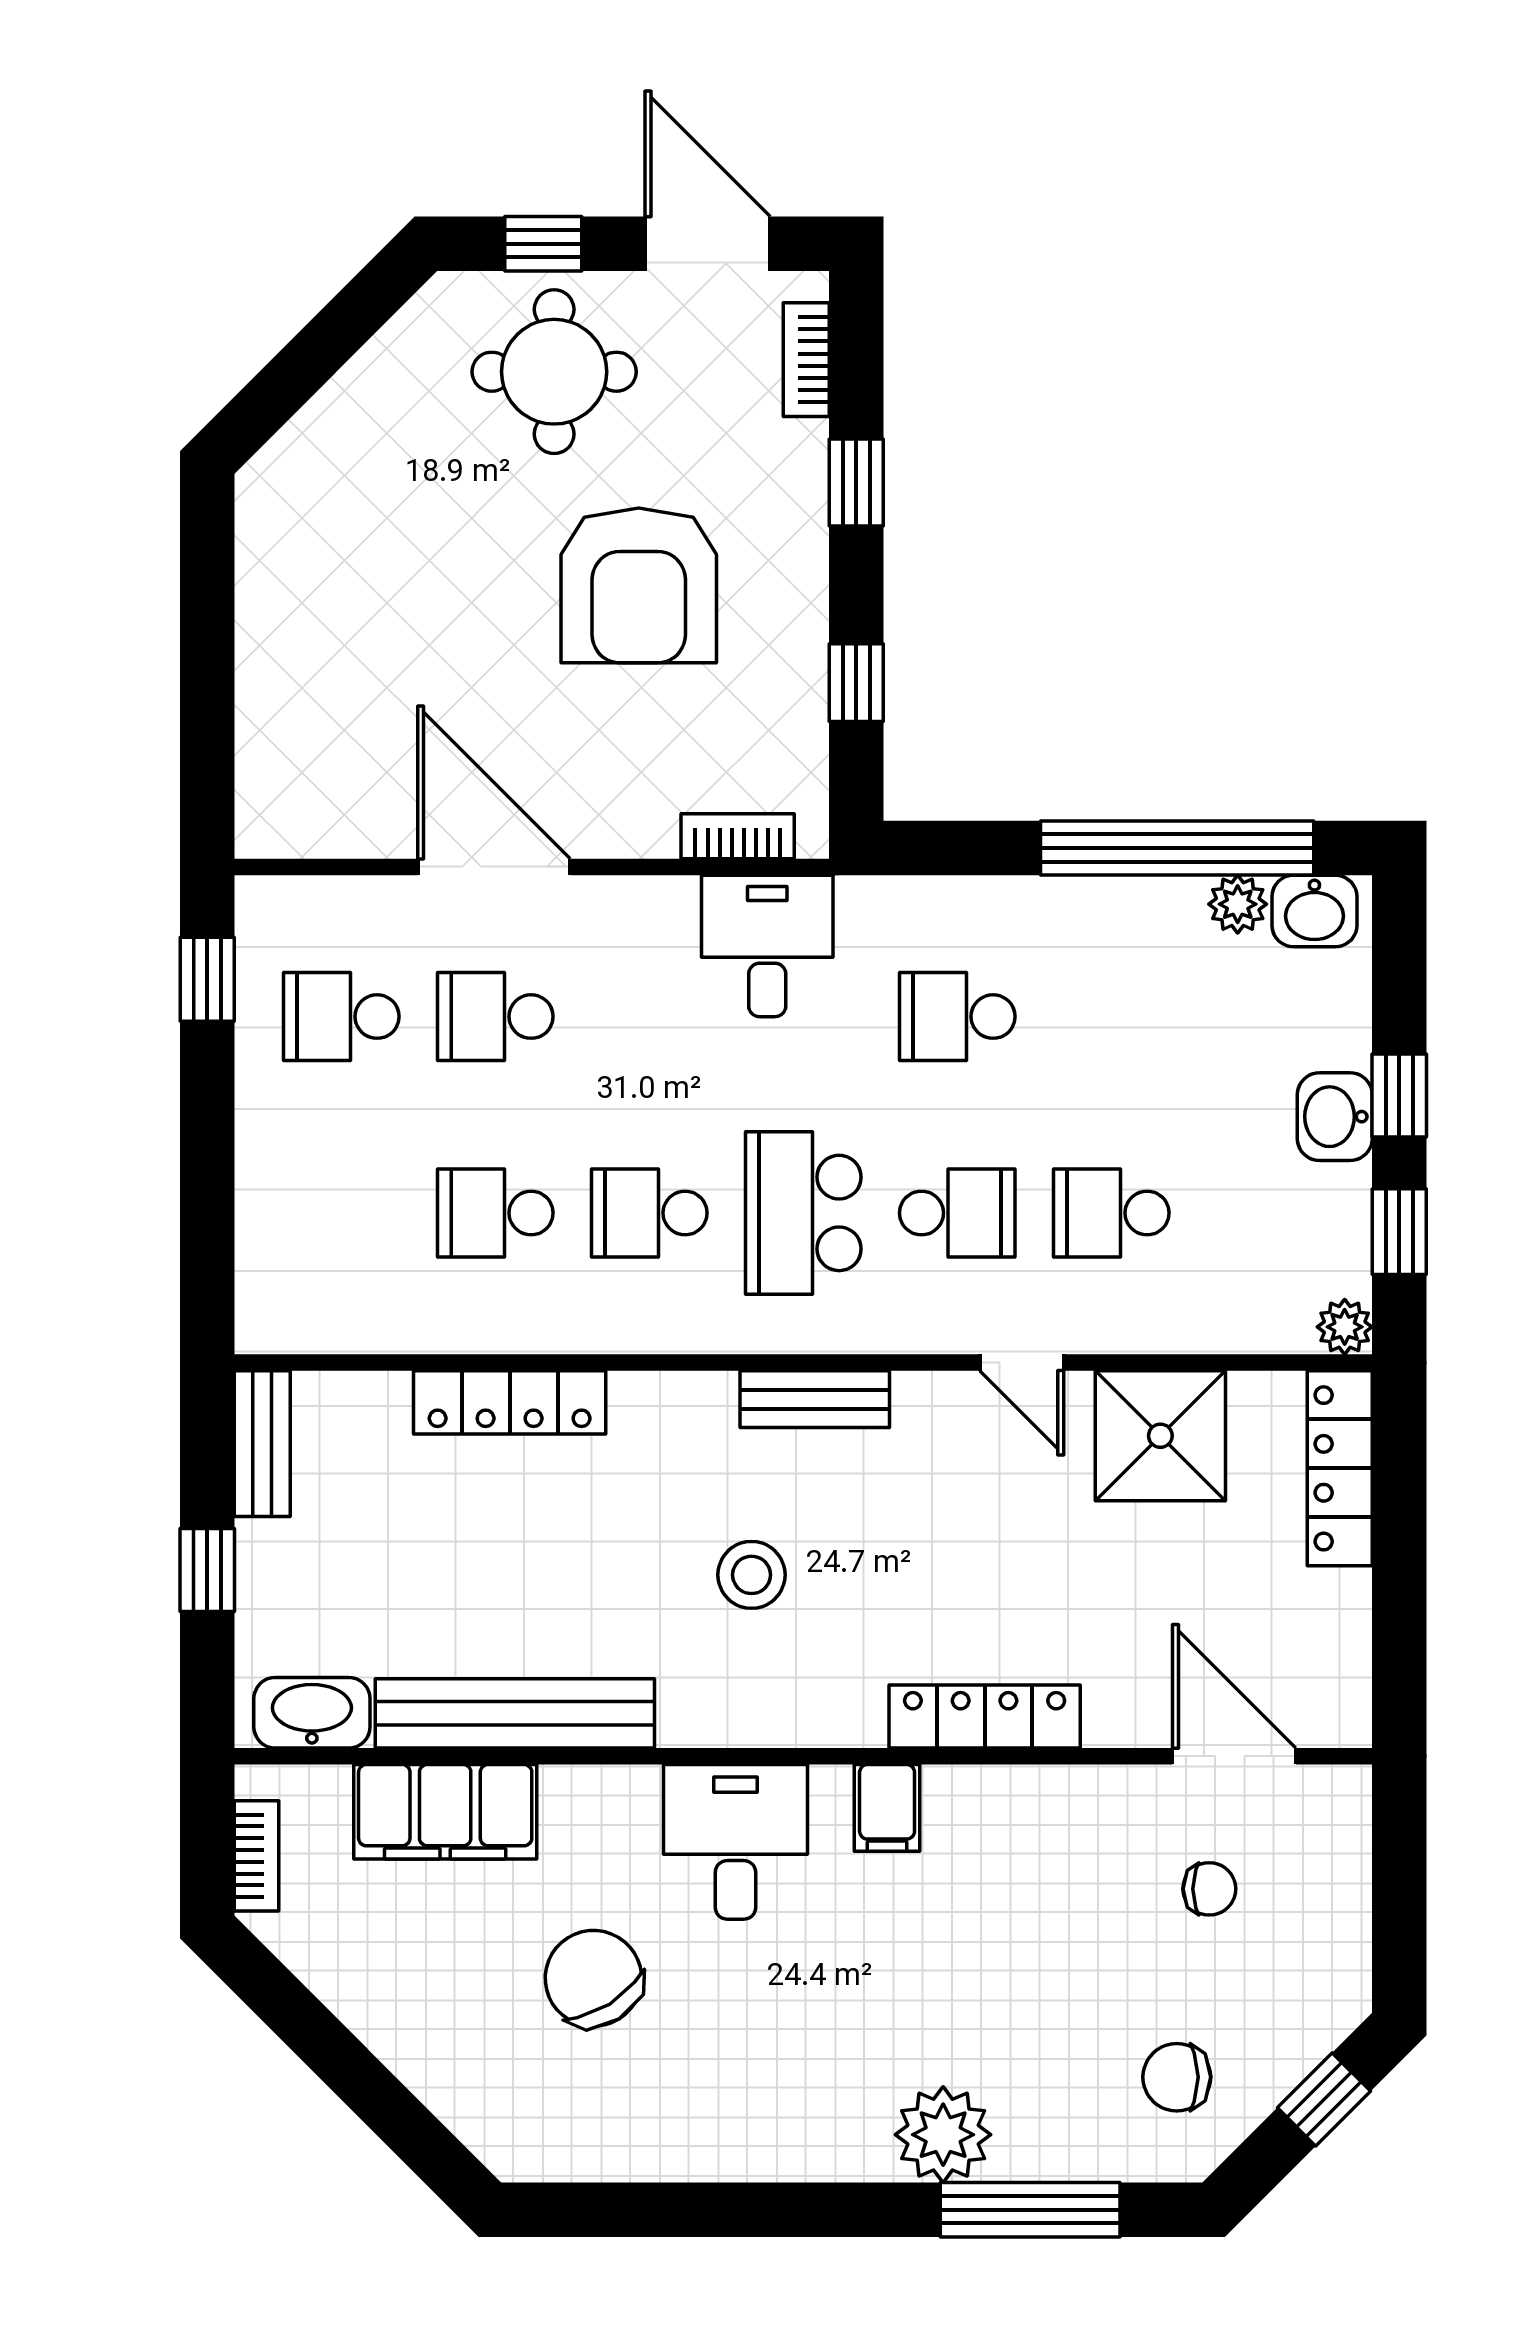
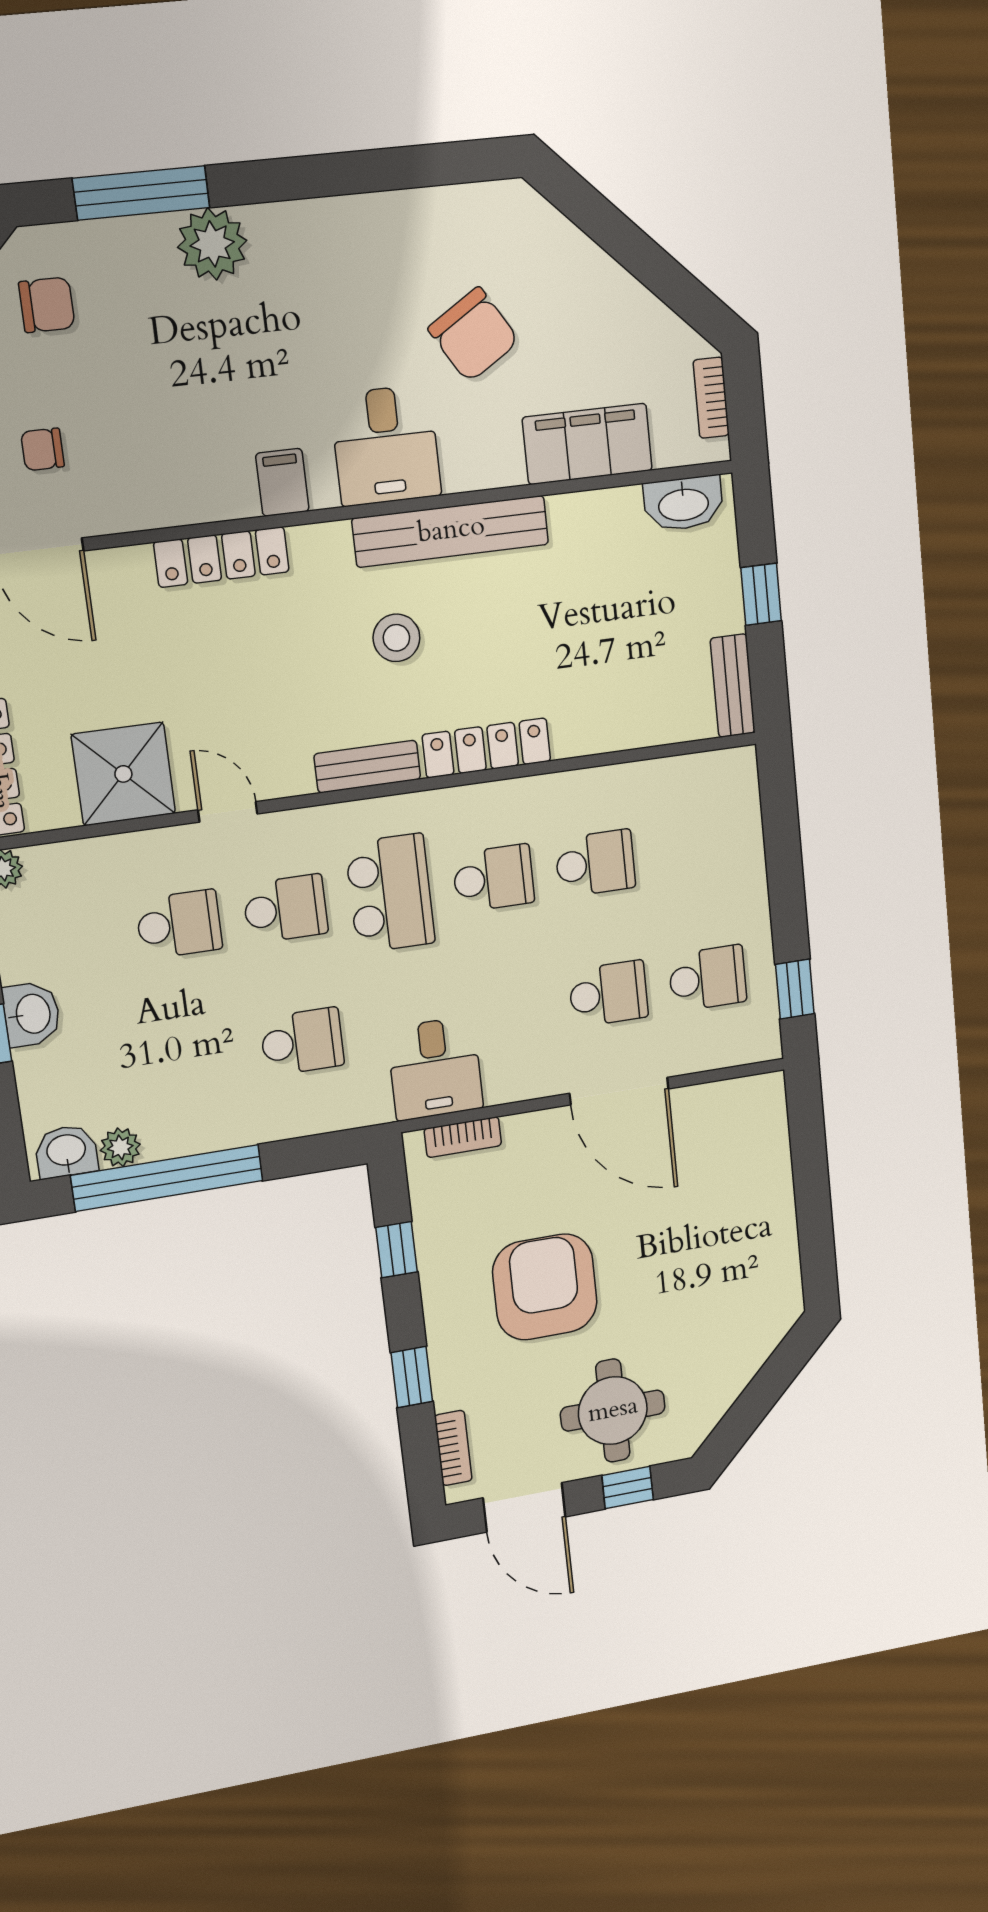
school desk: (957, 1213) -> (285, 909), turned 180
locker: (510, 1402) -> (487, 748), moved
bench: (515, 1713) -> (451, 531), moved

